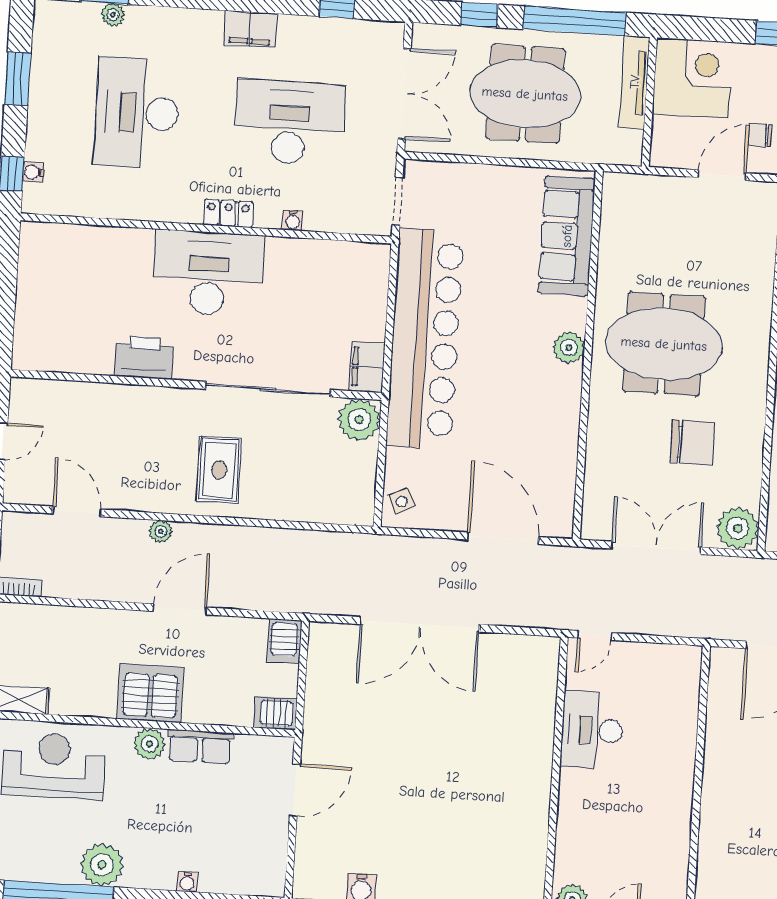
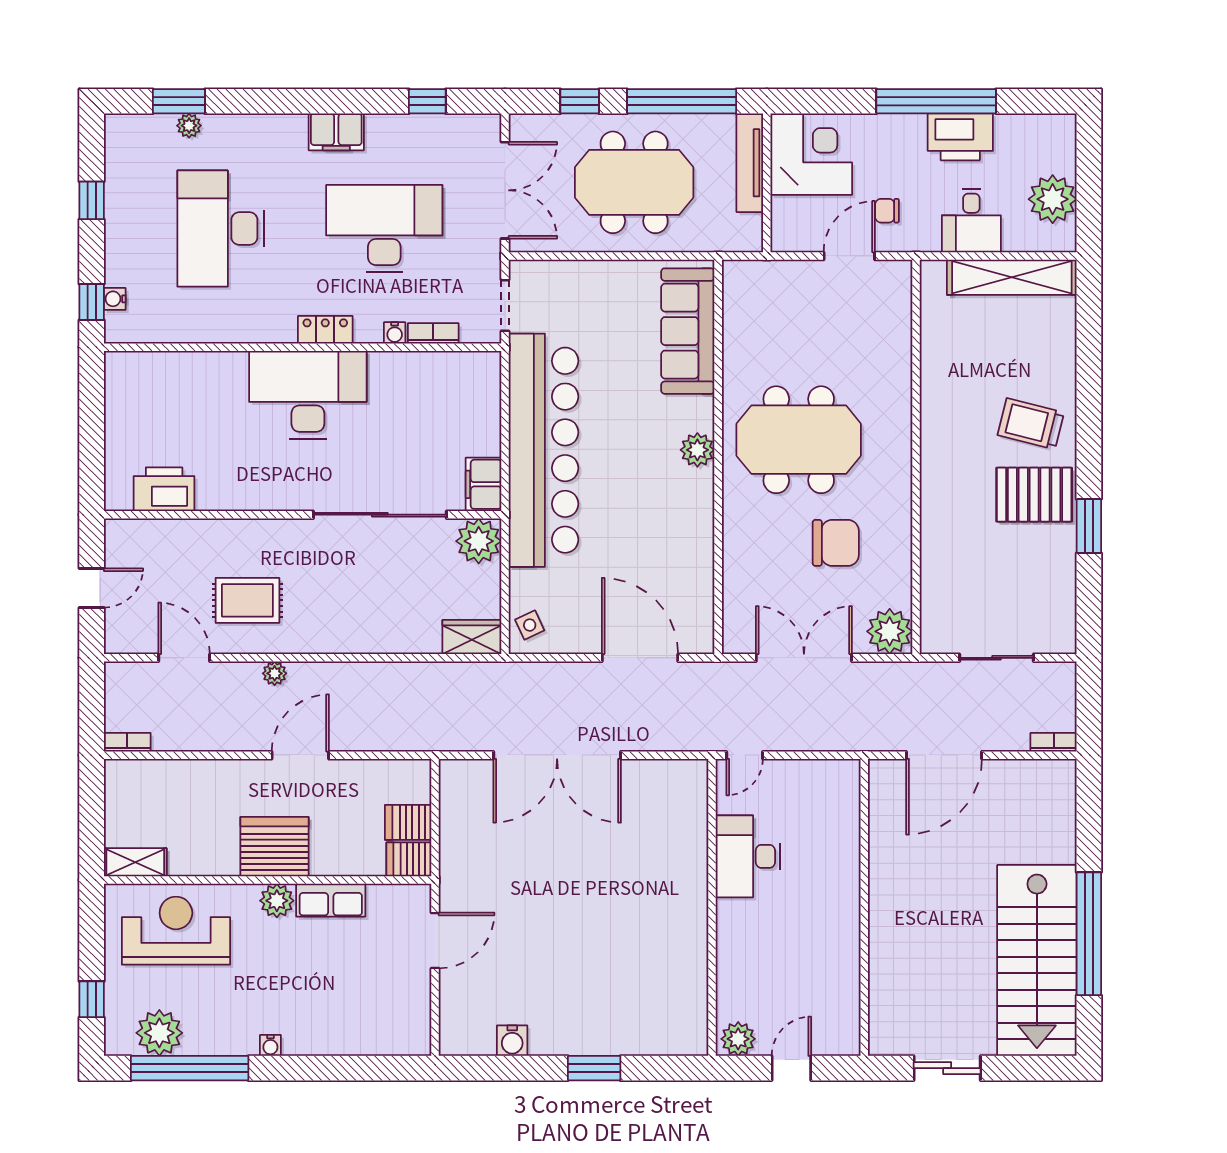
window: (18, 79) -> (92, 200), width x0.67
bookcase: (329, 223) -> (433, 333), added
printer: (144, 358) -> (164, 489), moved
rug: (219, 470) -> (247, 600), moved, turned 90
wardrobe: (347, 509) -> (472, 637), added
server rack: (284, 641) -> (408, 822), moved, turned 90
plant: (102, 865) -> (159, 1033), moved
water cooler: (187, 882) -> (270, 1045), moved

